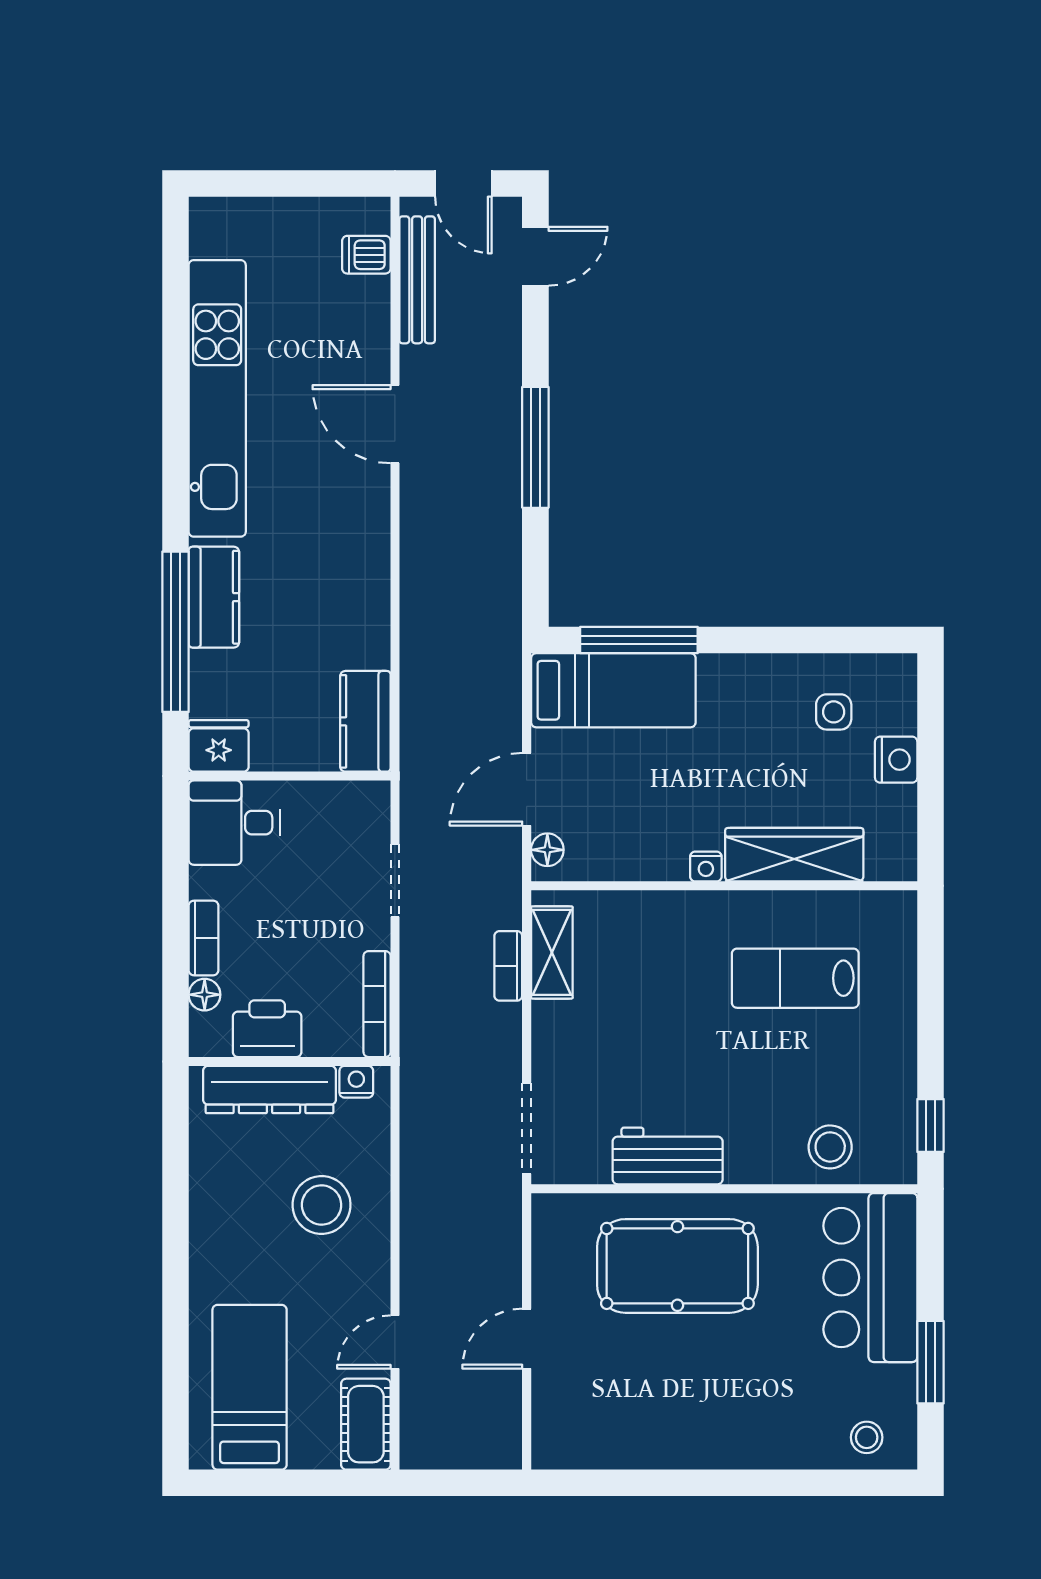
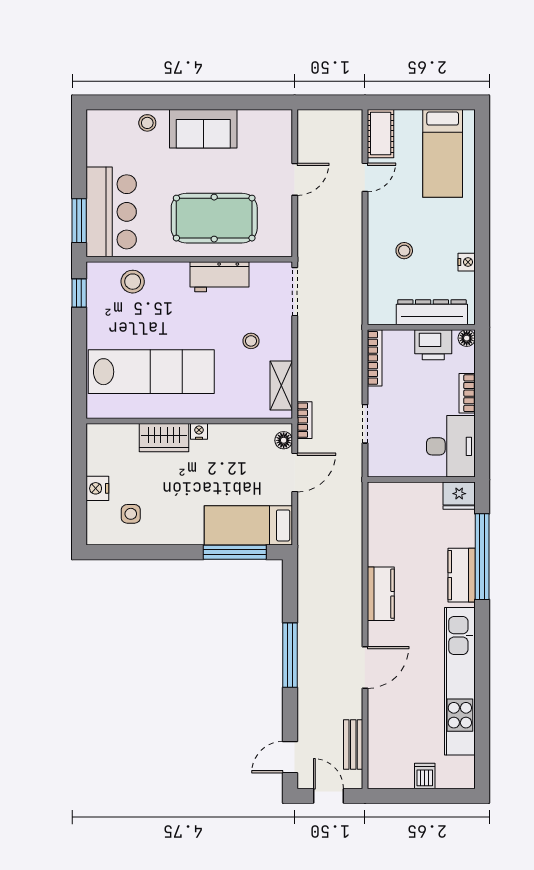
dishwasher: (366, 255) -> (425, 776), moved, turned -90
bench: (417, 280) -> (353, 745), width x0.73
door: (395, 424) -> (365, 667), hinge flipped
kitchen counter: (365, 721) -> (381, 594), moved
desk: (234, 823) -> (451, 446), width x1.37
wardrobe: (794, 855) -> (164, 438), width x0.67
bookcase: (508, 966) -> (304, 420), moved
lab bench: (795, 978) -> (151, 372), width x1.86, depth x1.39
floor lamp: (205, 995) -> (467, 338), moved
stool: (608, 1036) -> (251, 341), added
nightstand: (356, 1082) -> (467, 262), moved, turned -90
stool: (322, 1205) -> (404, 251), width x0.53, depth x0.53
window: (930, 1362) -> (79, 221), moved
sofa: (698, 1433) -> (203, 129), added
stool: (867, 1437) -> (147, 123), moved

